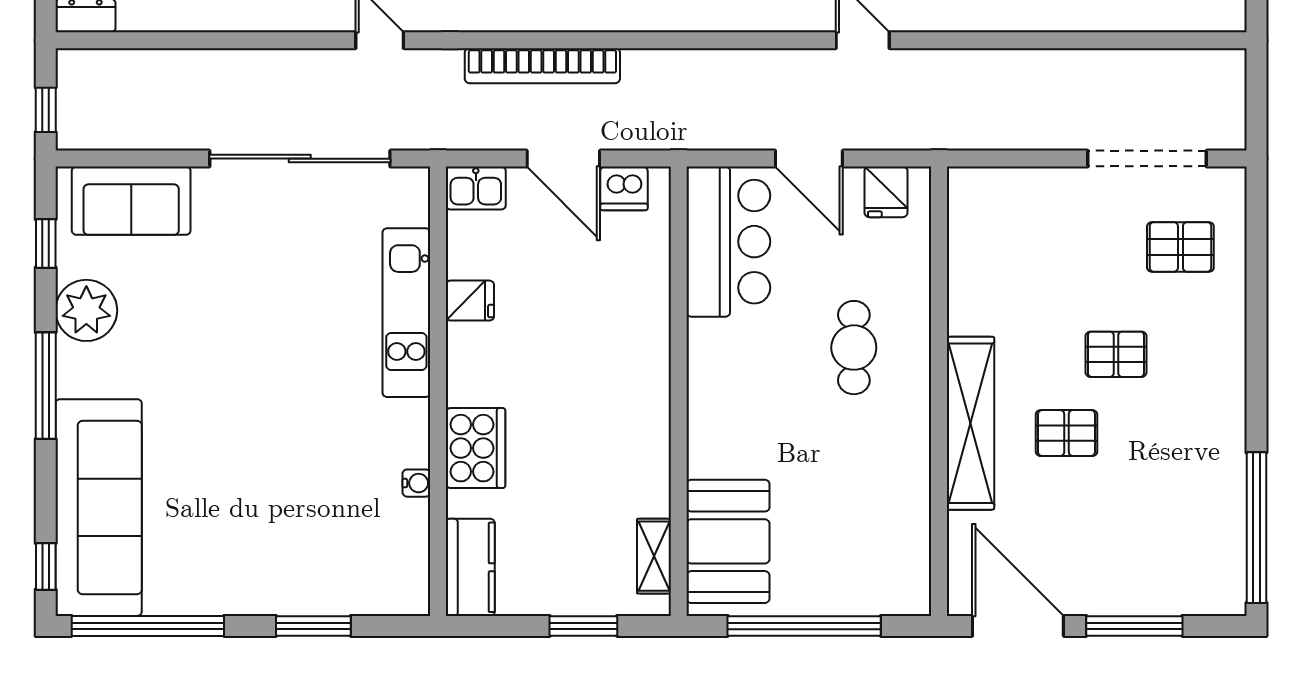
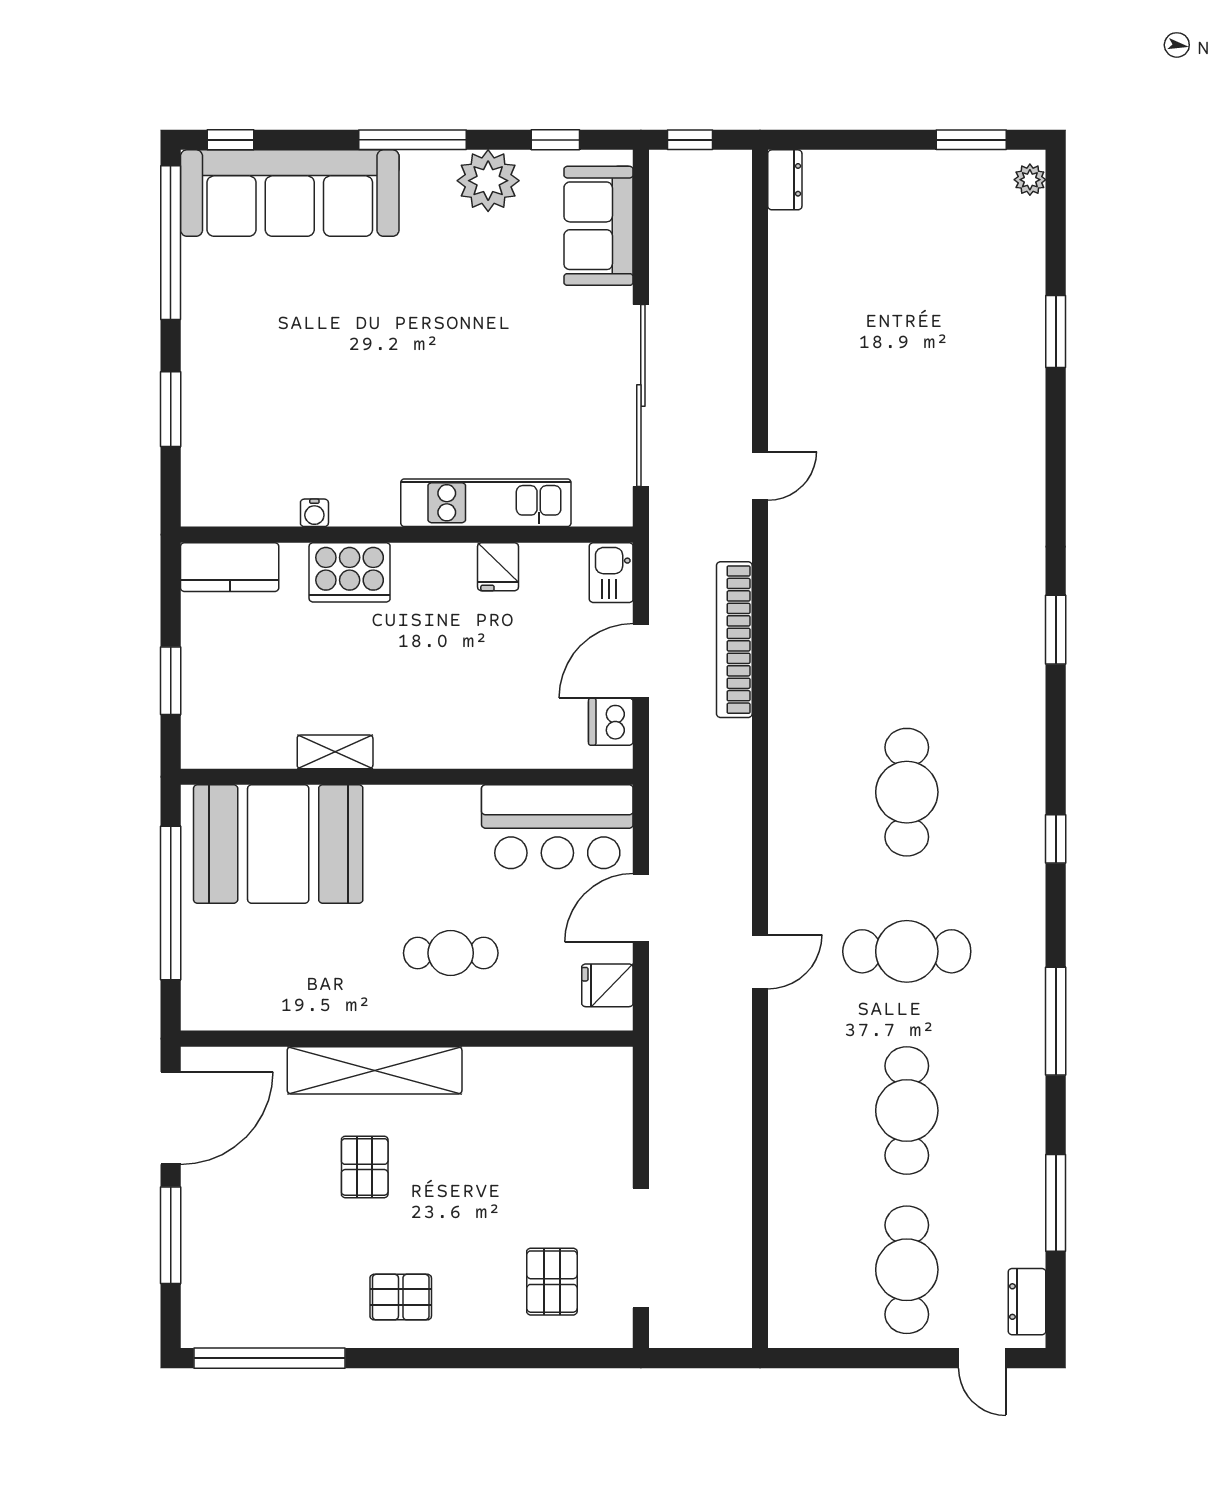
pallet: (1116, 354) -> (401, 1297), moved, turned 90
booth: (728, 541) -> (278, 844), width x1.36, depth x1.42
shelving: (654, 556) -> (335, 752), moved

